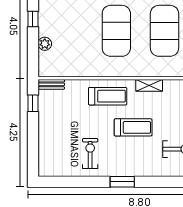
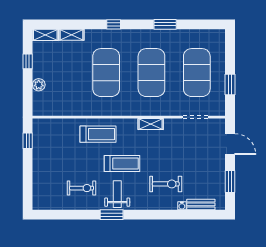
bench: (51, 84) -> (45, 123), removed
shelving: (149, 85) -> (151, 124), moved
exercise bike: (90, 153) -> (82, 188), turned 90
weight bench: (128, 160) -> (117, 194), added

